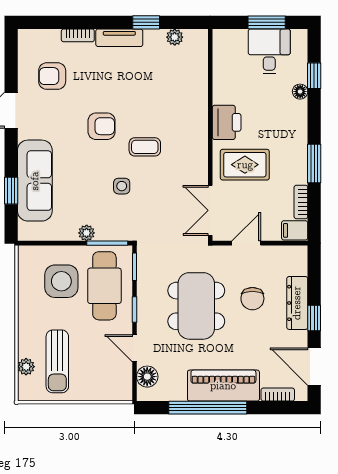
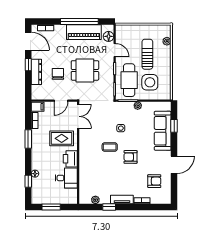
desk: (269, 51) -> (66, 178), moved, turned -90
dining table: (196, 306) -> (85, 70), width x0.73
sun lounger: (57, 361) -> (147, 54), moved
piano: (223, 386) -> (84, 32), moved

